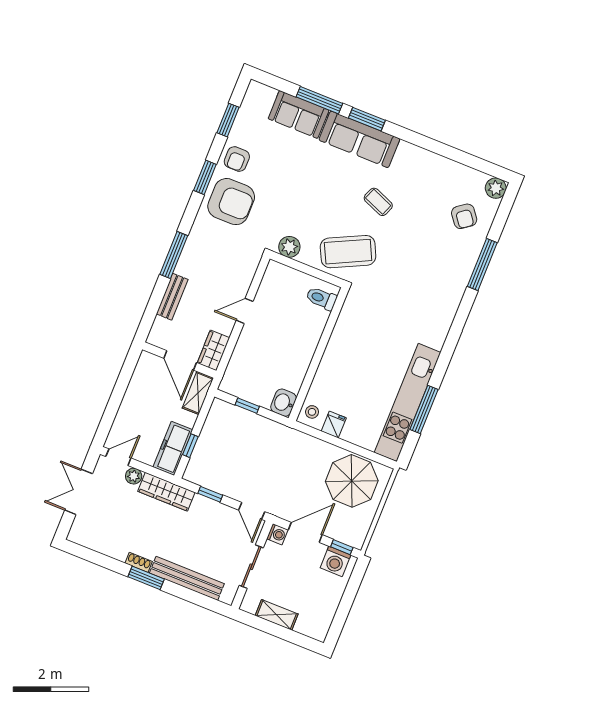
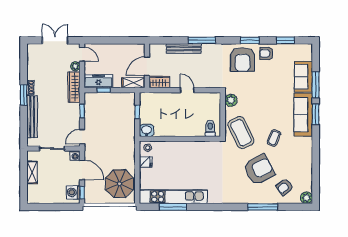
armchair: (419, 246) -> (259, 170), added
bench: (172, 297) -> (184, 48), width x1.36

